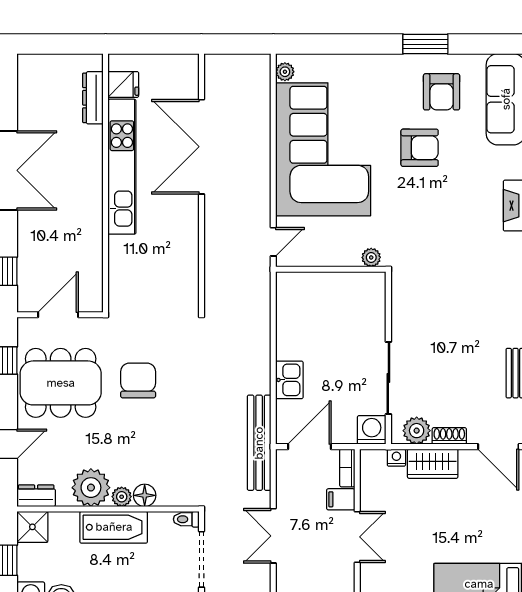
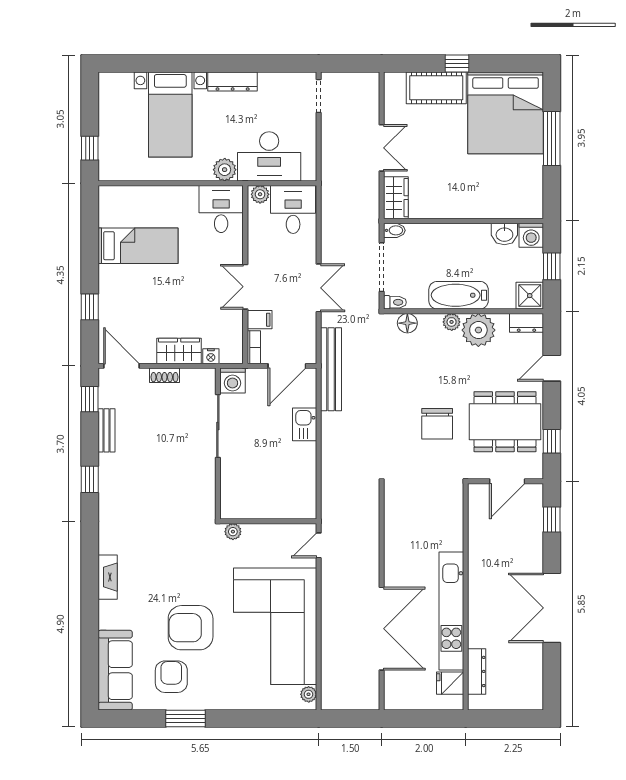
armchair: (420, 148) -> (191, 628), width x1.36, depth x1.36
plant: (417, 431) -> (193, 380), removed
floor lamp: (145, 495) -> (407, 323), moved

